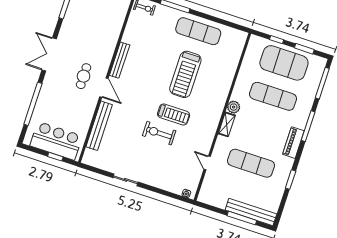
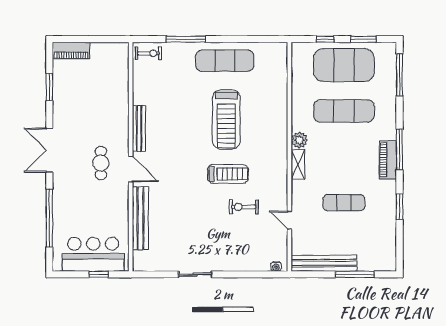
window: (308, 126) -> (399, 149), moved
exercise bike: (159, 133) -> (244, 207), moved, width x0.73, depth x0.72
exercise mat: (251, 163) -> (344, 203), width x0.73, depth x0.69
bench: (251, 212) -> (324, 263), moved

